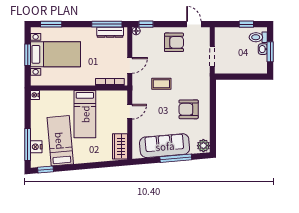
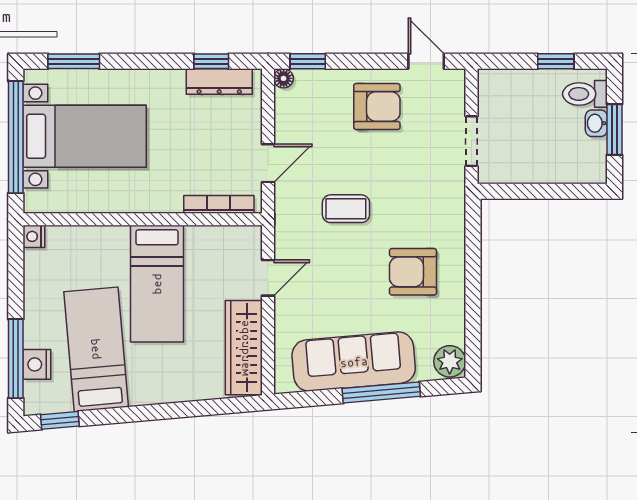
window: (107, 24) -> (211, 61), width x0.46
window: (28, 55) -> (16, 137), width x2.11
wardrobe: (120, 146) -> (244, 348), width x1.50

